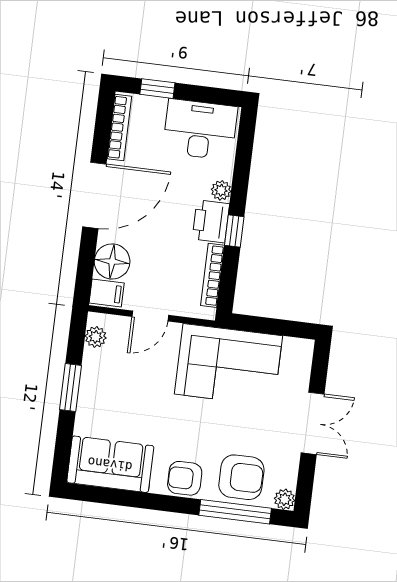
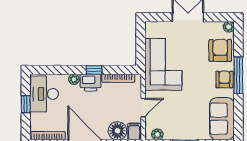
window: (157, 89) -> (26, 104), moved
door: (150, 316) -> (143, 108), hinge flipped
armchair: (185, 478) -> (224, 80), turned 180
window: (235, 512) -> (238, 75), moved

